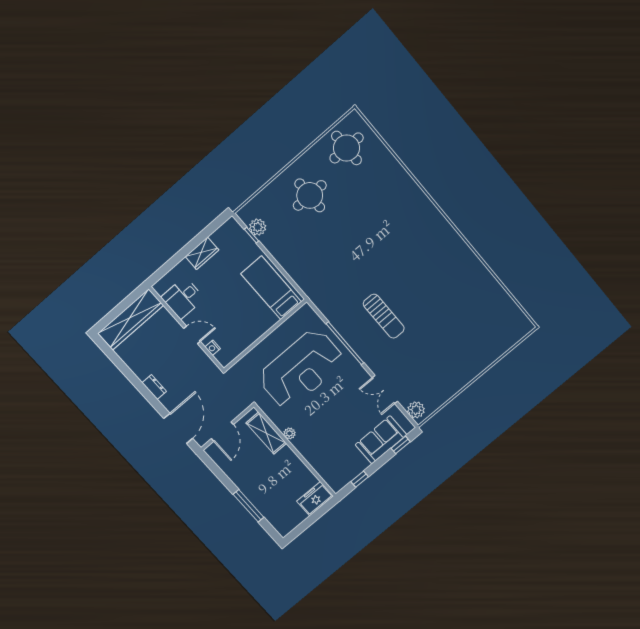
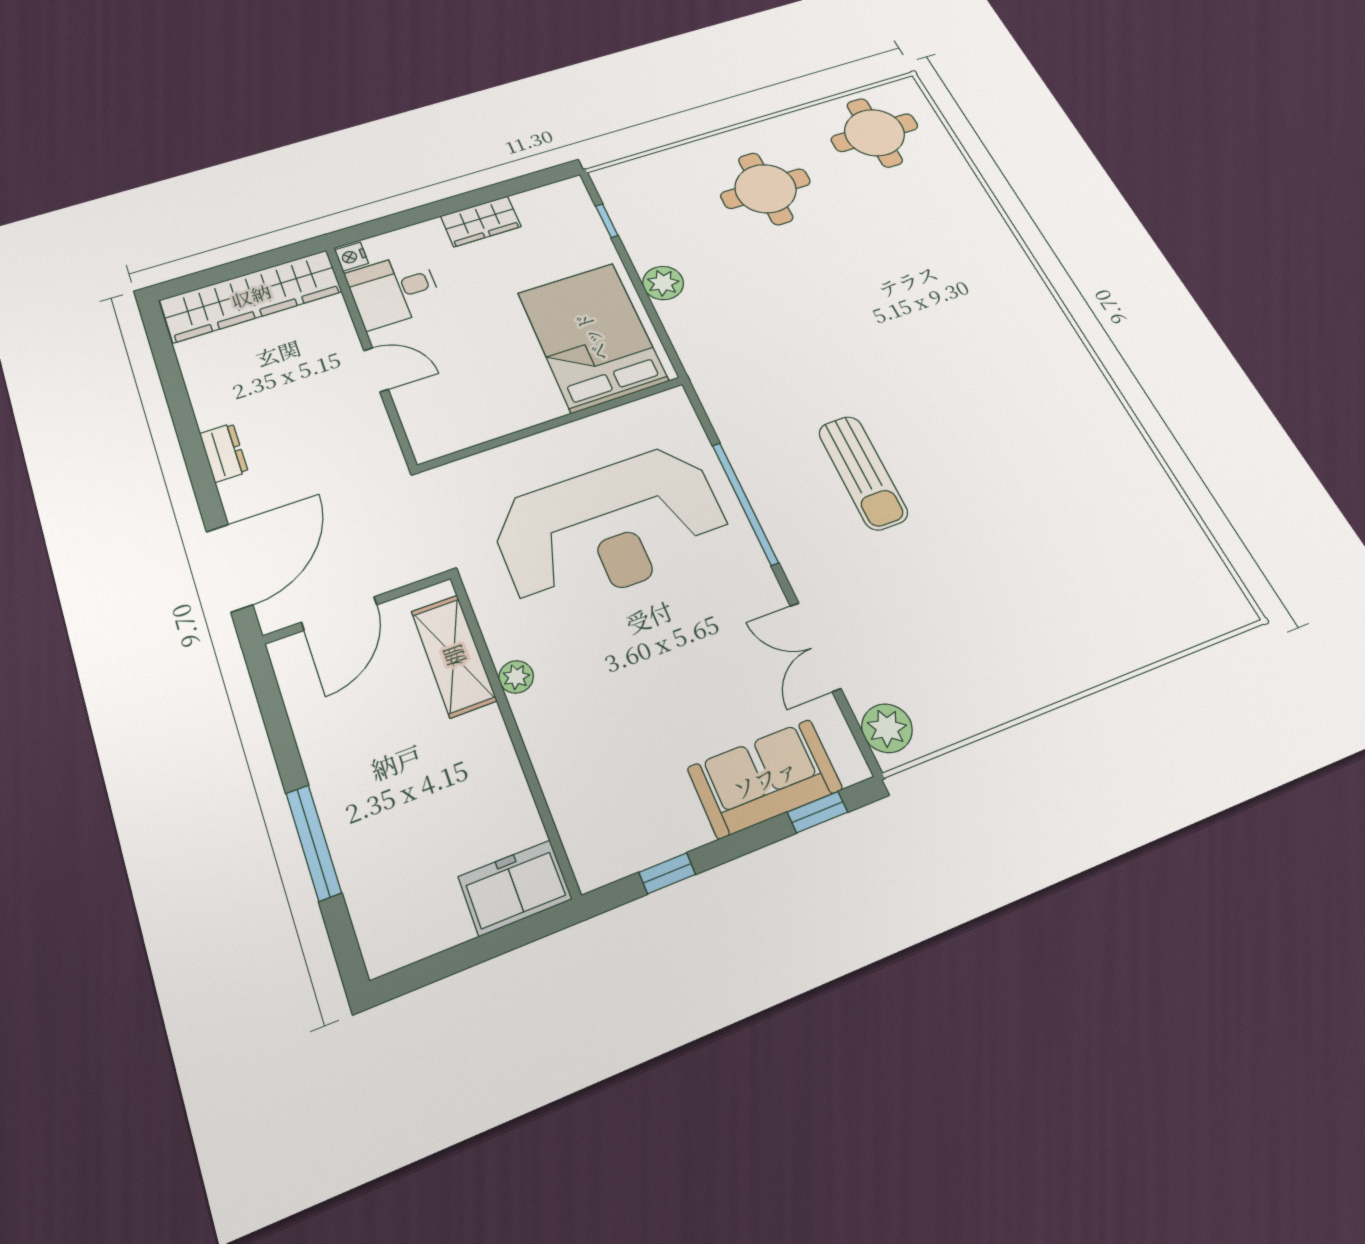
plant: (258, 227) -> (663, 283), moved
bed: (271, 288) -> (592, 337), width x1.50
nightstand: (213, 348) -> (352, 257), moved

